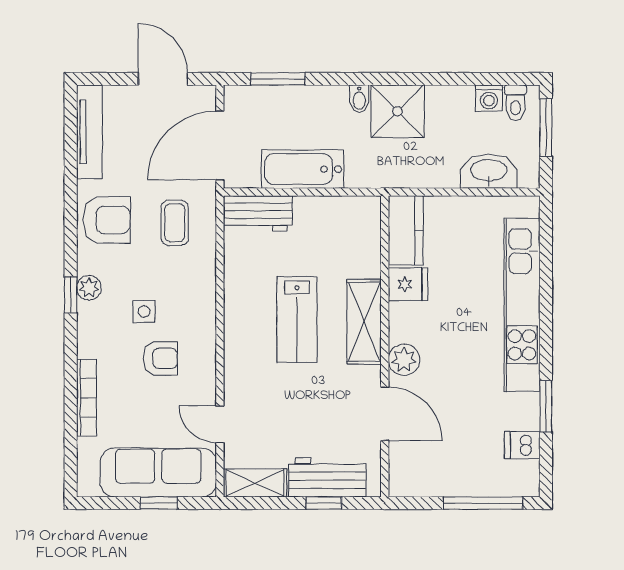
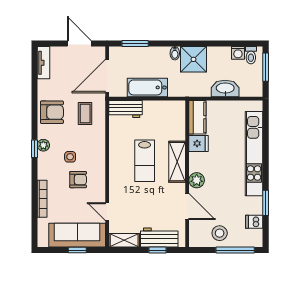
tv unit: (89, 132) -> (44, 63), width x0.71
washbasin: (489, 171) -> (225, 89), moved
stool: (451, 468) -> (220, 233), added

